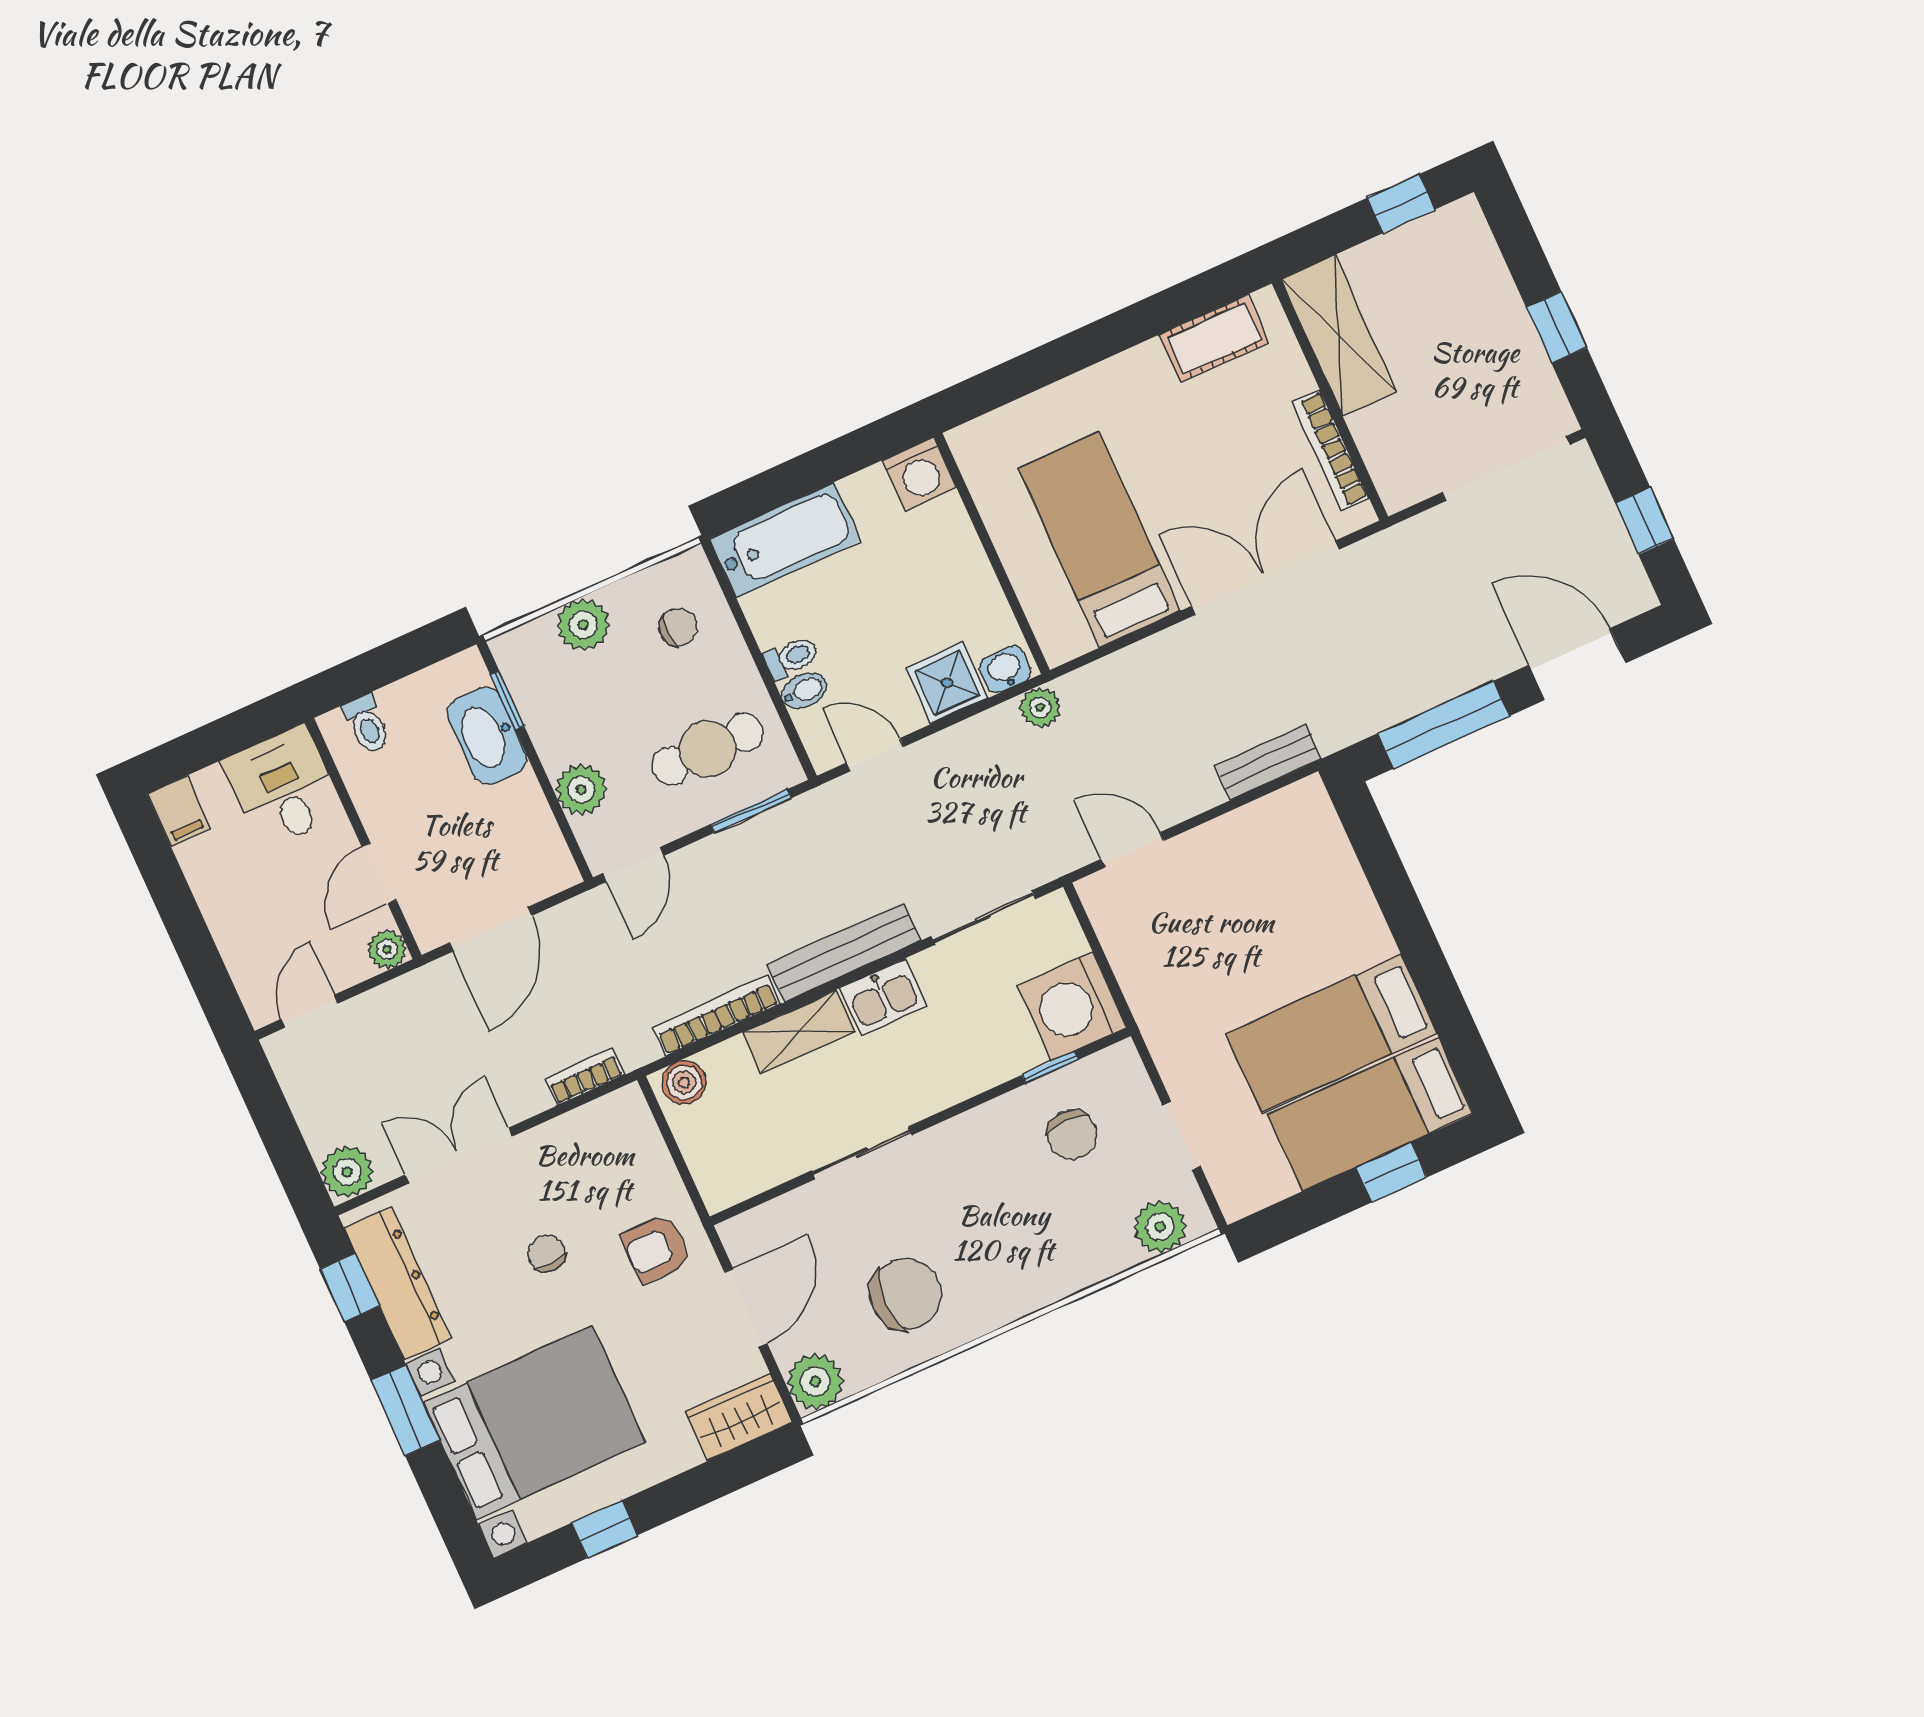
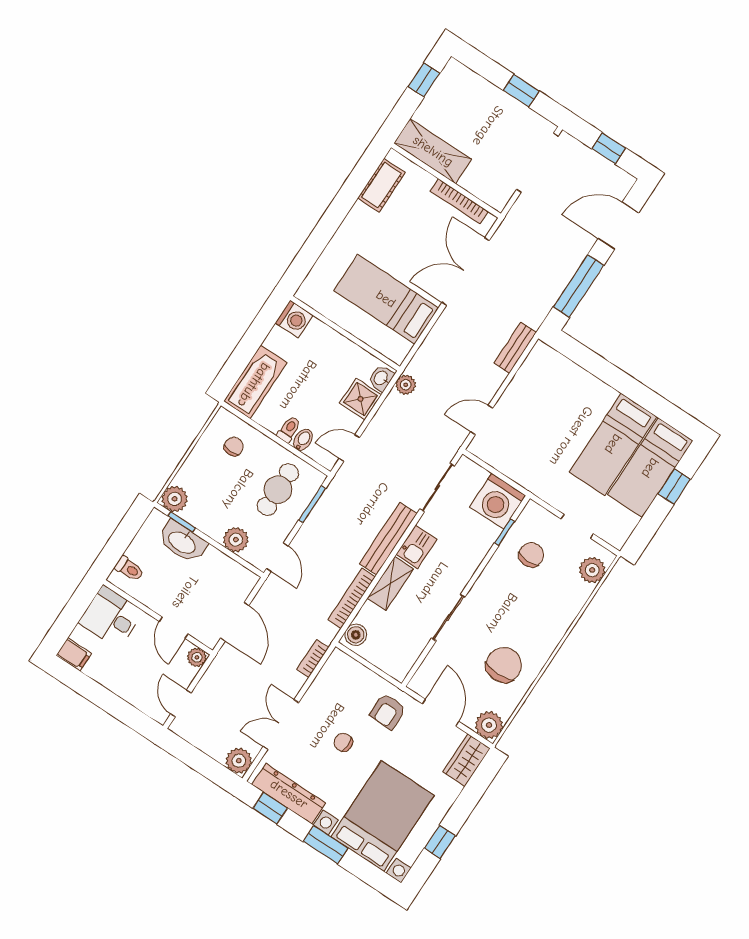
plant: (583, 625) -> (175, 499), moved
chair: (1072, 1135) -> (531, 555), turned -90

